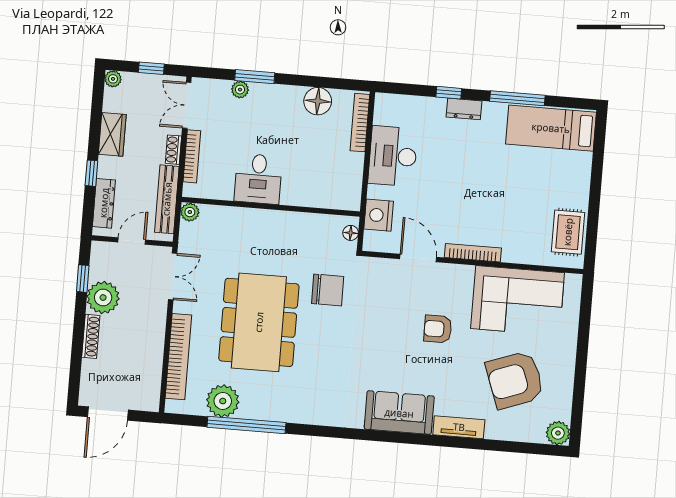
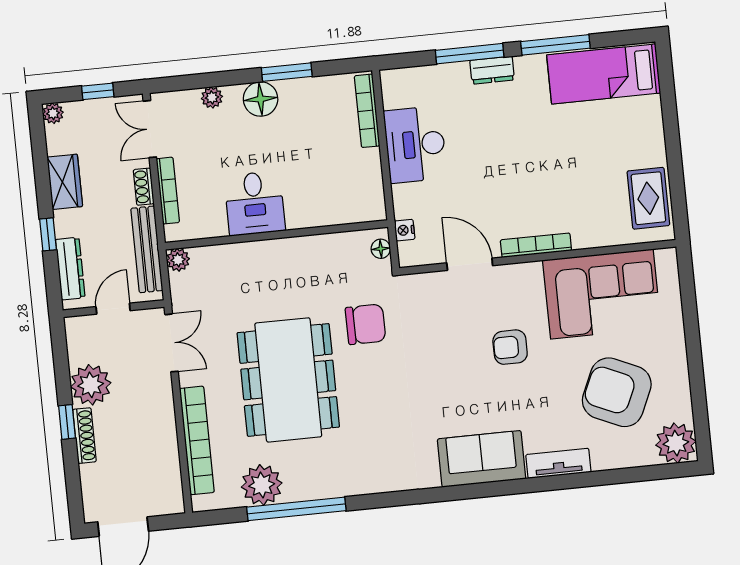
window: (255, 77) -> (287, 72), moved
window: (449, 93) -> (470, 54), width x2.17
floor lamp: (318, 101) -> (261, 99), moved
nightstand: (379, 215) -> (405, 230), width x0.53, depth x0.56
window: (83, 279) -> (67, 422), moved
armchair: (515, 380) -> (617, 392), turned 44
plant: (558, 433) -> (676, 443), width x1.36, depth x1.36

